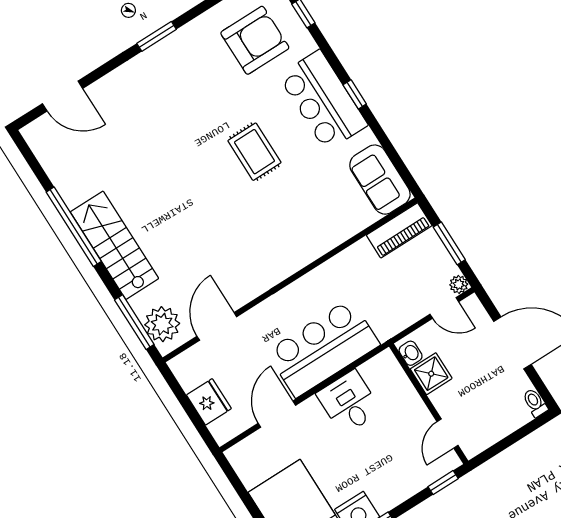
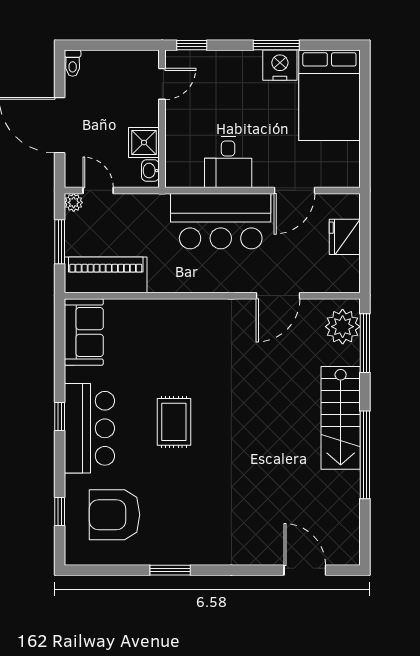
window: (157, 36) -> (170, 570), moved
piano: (399, 230) -> (106, 275), width x1.37, depth x1.33
door: (217, 326) -> (278, 296), moved

